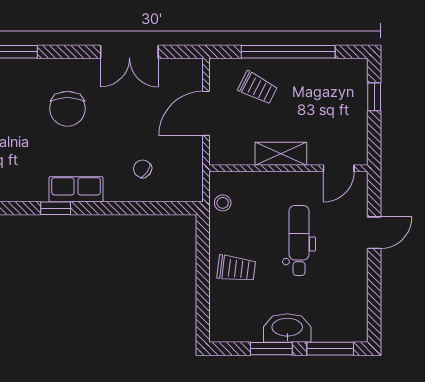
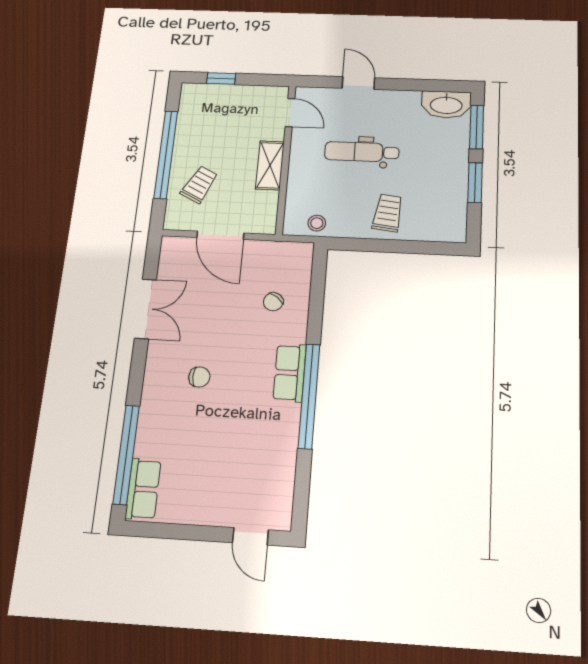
chair: (67, 109) -> (199, 377), width x0.54, depth x0.54
window: (56, 208) -> (309, 396), width x3.17
washbasin: (287, 328) -> (446, 105), moved, turned -90

